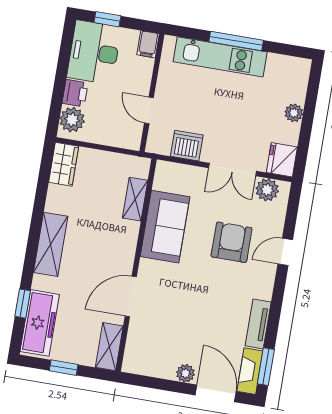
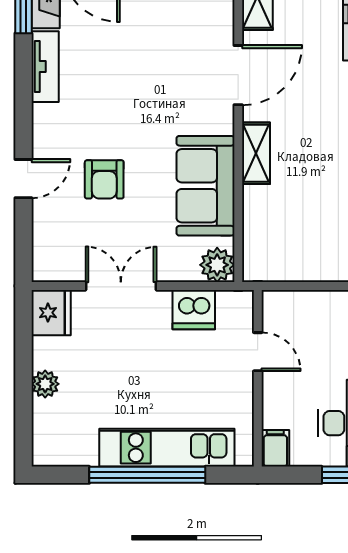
window: (236, 41) -> (147, 475), width x1.46
plant: (267, 190) -> (217, 265), moved
shelving: (135, 199) -> (256, 153), moved
armchair: (232, 242) -> (104, 179), width x0.72, depth x0.72

